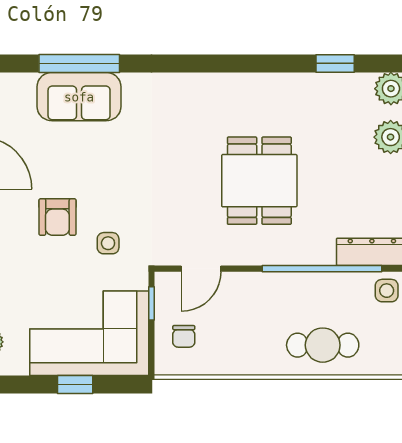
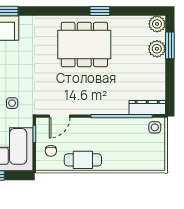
window: (335, 63) -> (100, 11), moved
dining table: (259, 181) -> (84, 45), moved, width x1.37
cafe table: (323, 345) -> (83, 160), moved

